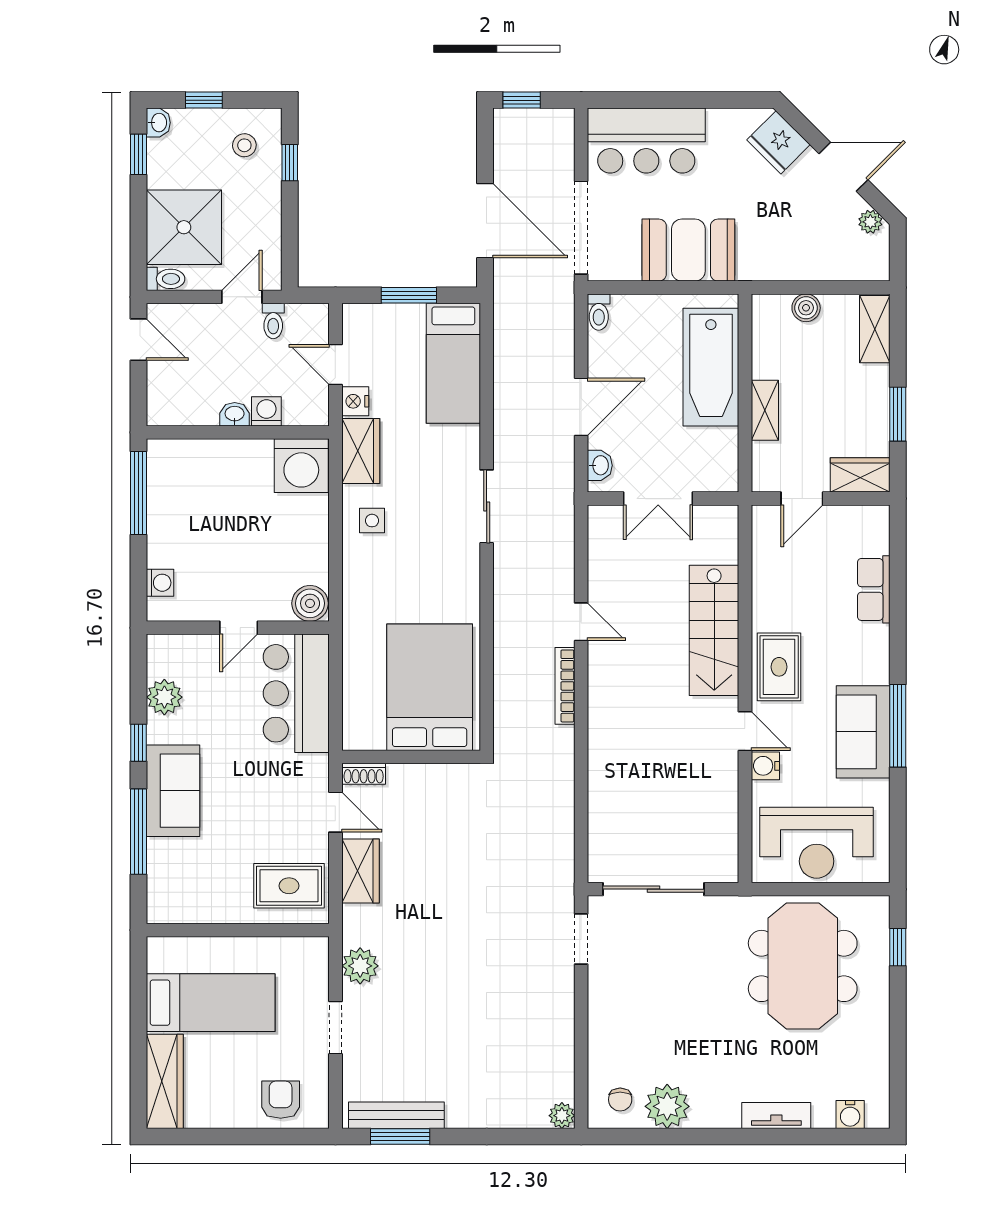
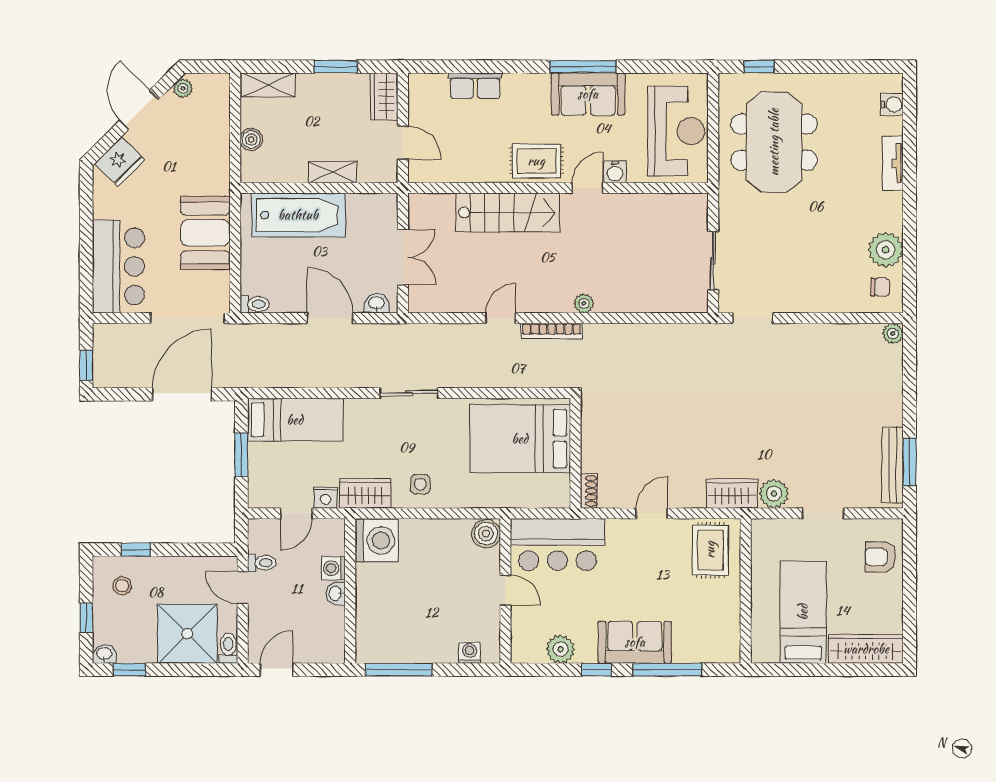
bed: (430, 687) -> (520, 439), moved
plant: (600, 726) -> (584, 303), added
wall: (411, 757) -> (575, 453), moved
shoe rack: (364, 774) -> (589, 491), moved
wardrobe: (360, 871) -> (732, 493), moved
sliding door: (653, 889) -> (713, 261), width x0.73
meeting table: (803, 966) -> (774, 142), turned 90

